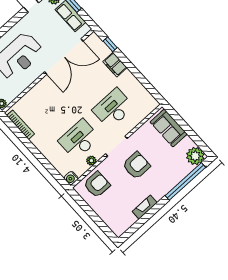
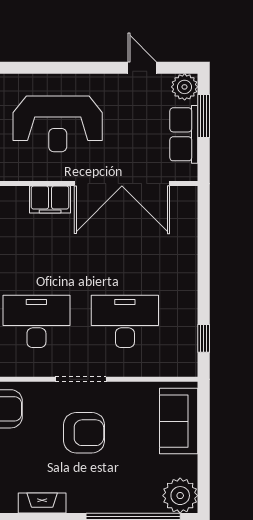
window: (110, 44) -> (204, 338), moved
filing cabinet: (115, 65) -> (50, 199), moved, turned -90
plant: (91, 161) -> (26, 367), removed

